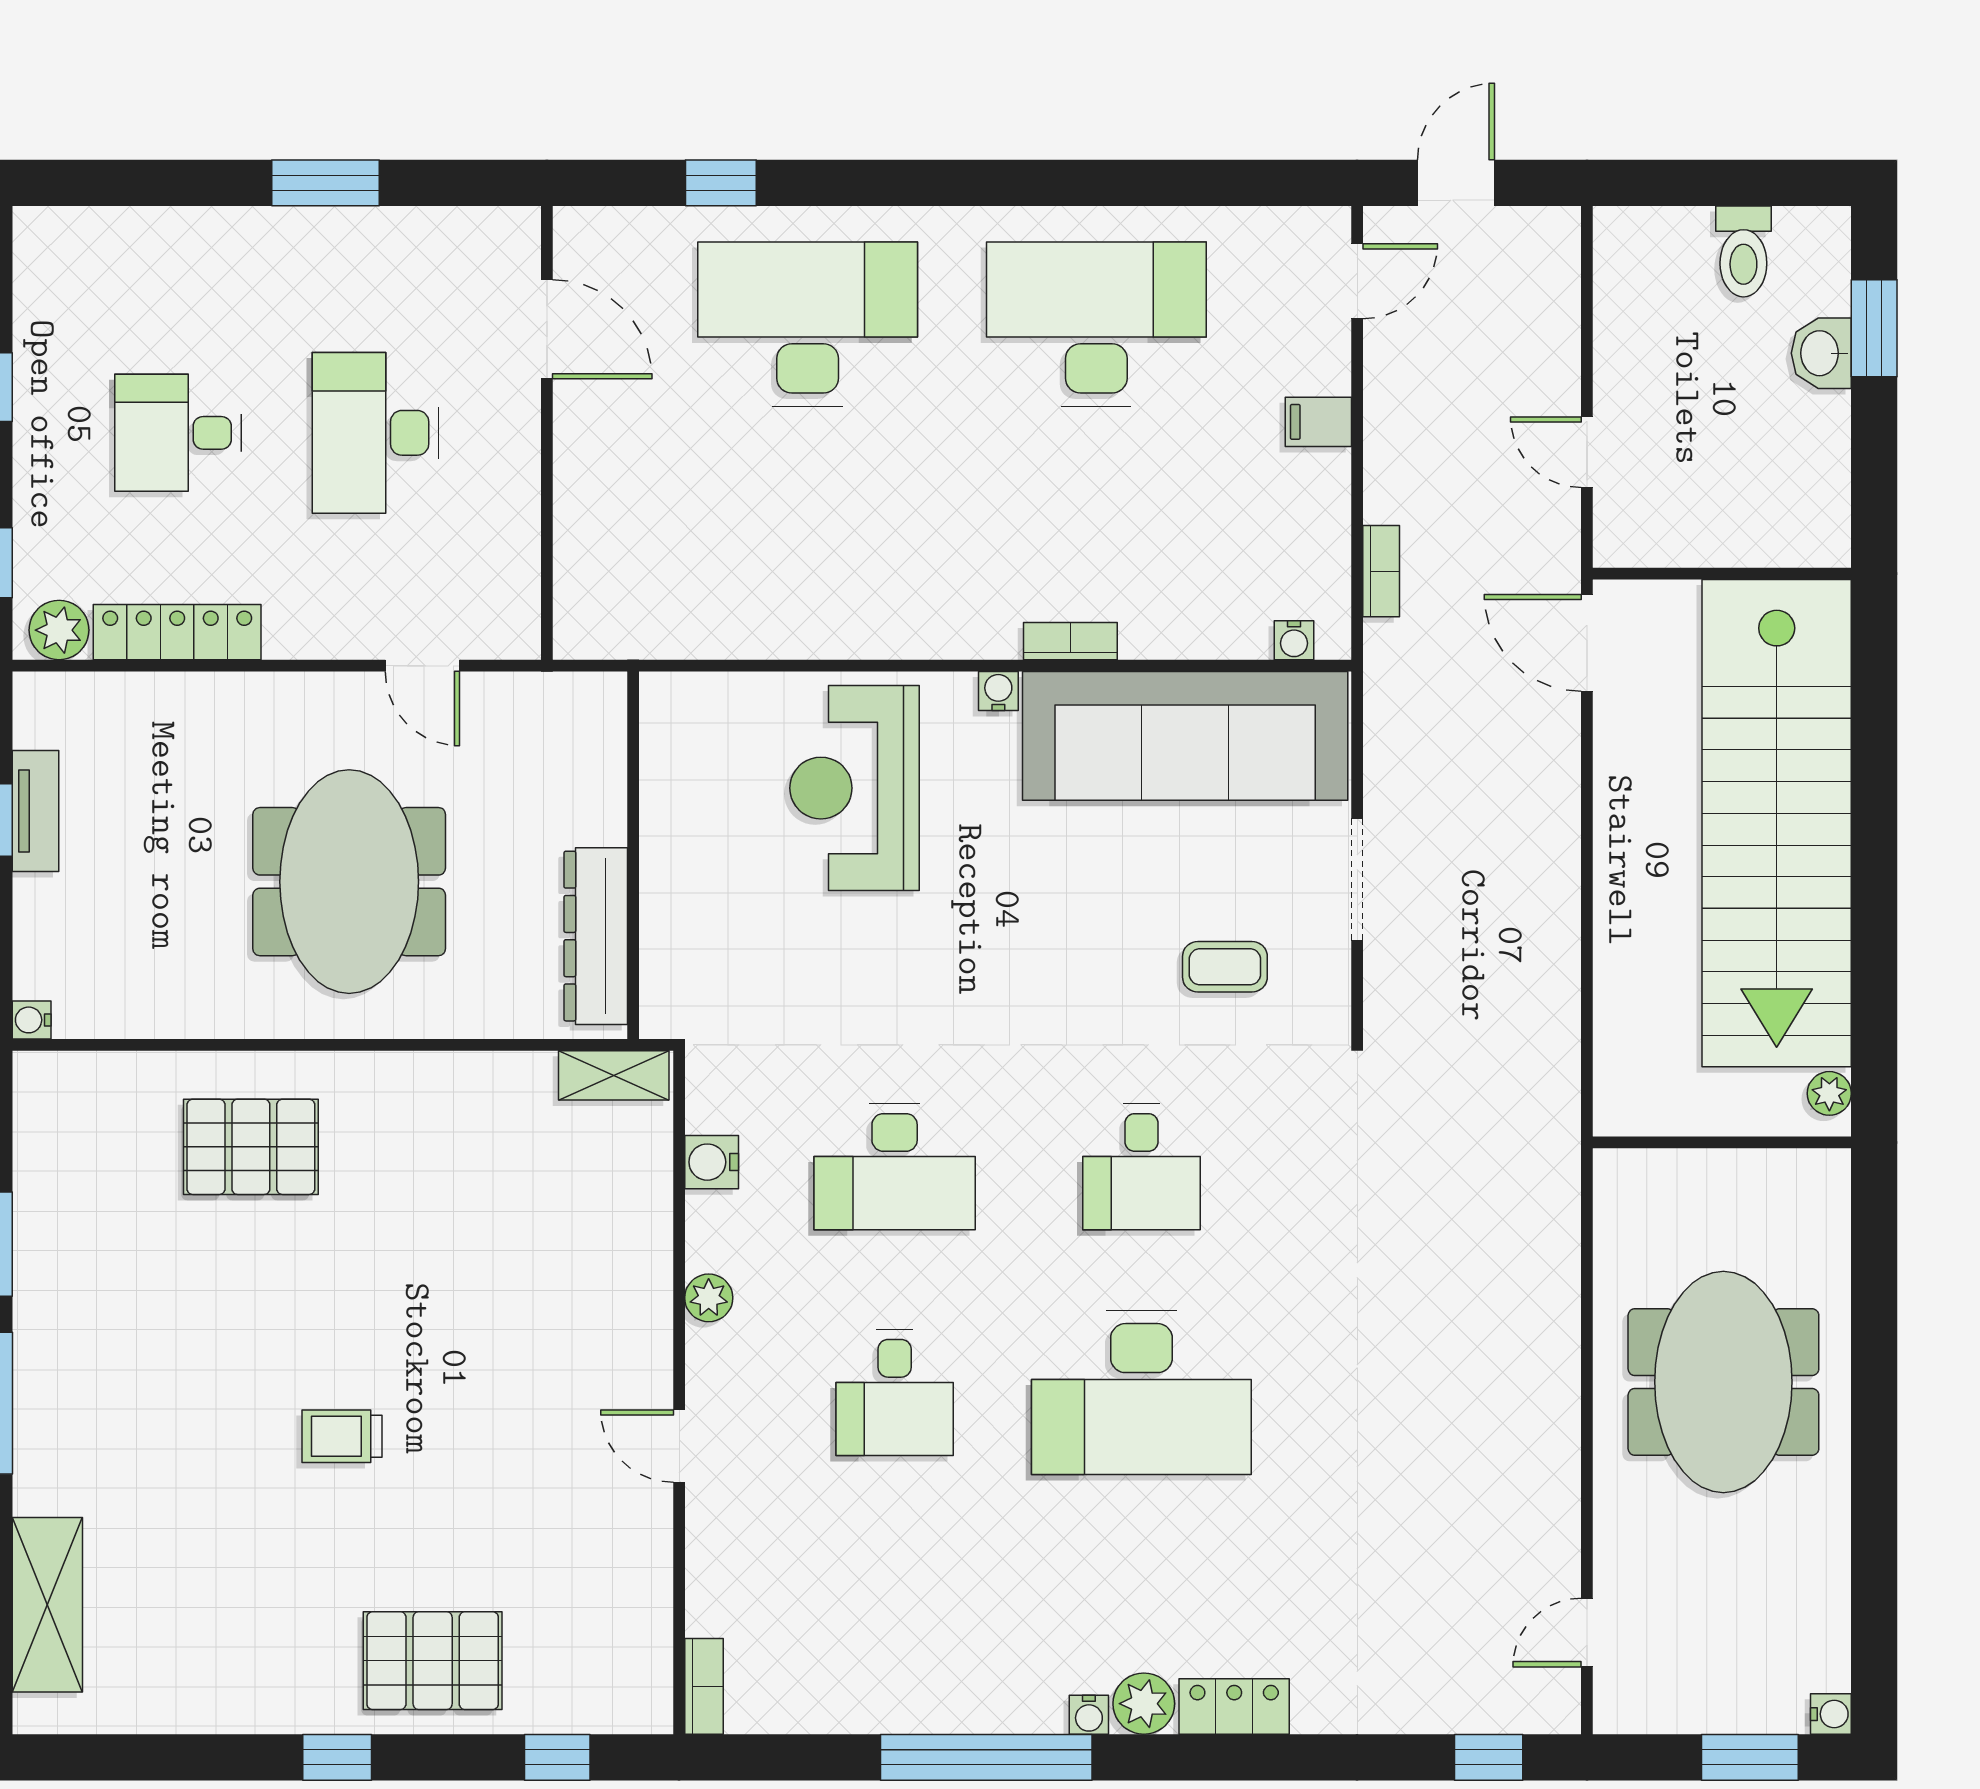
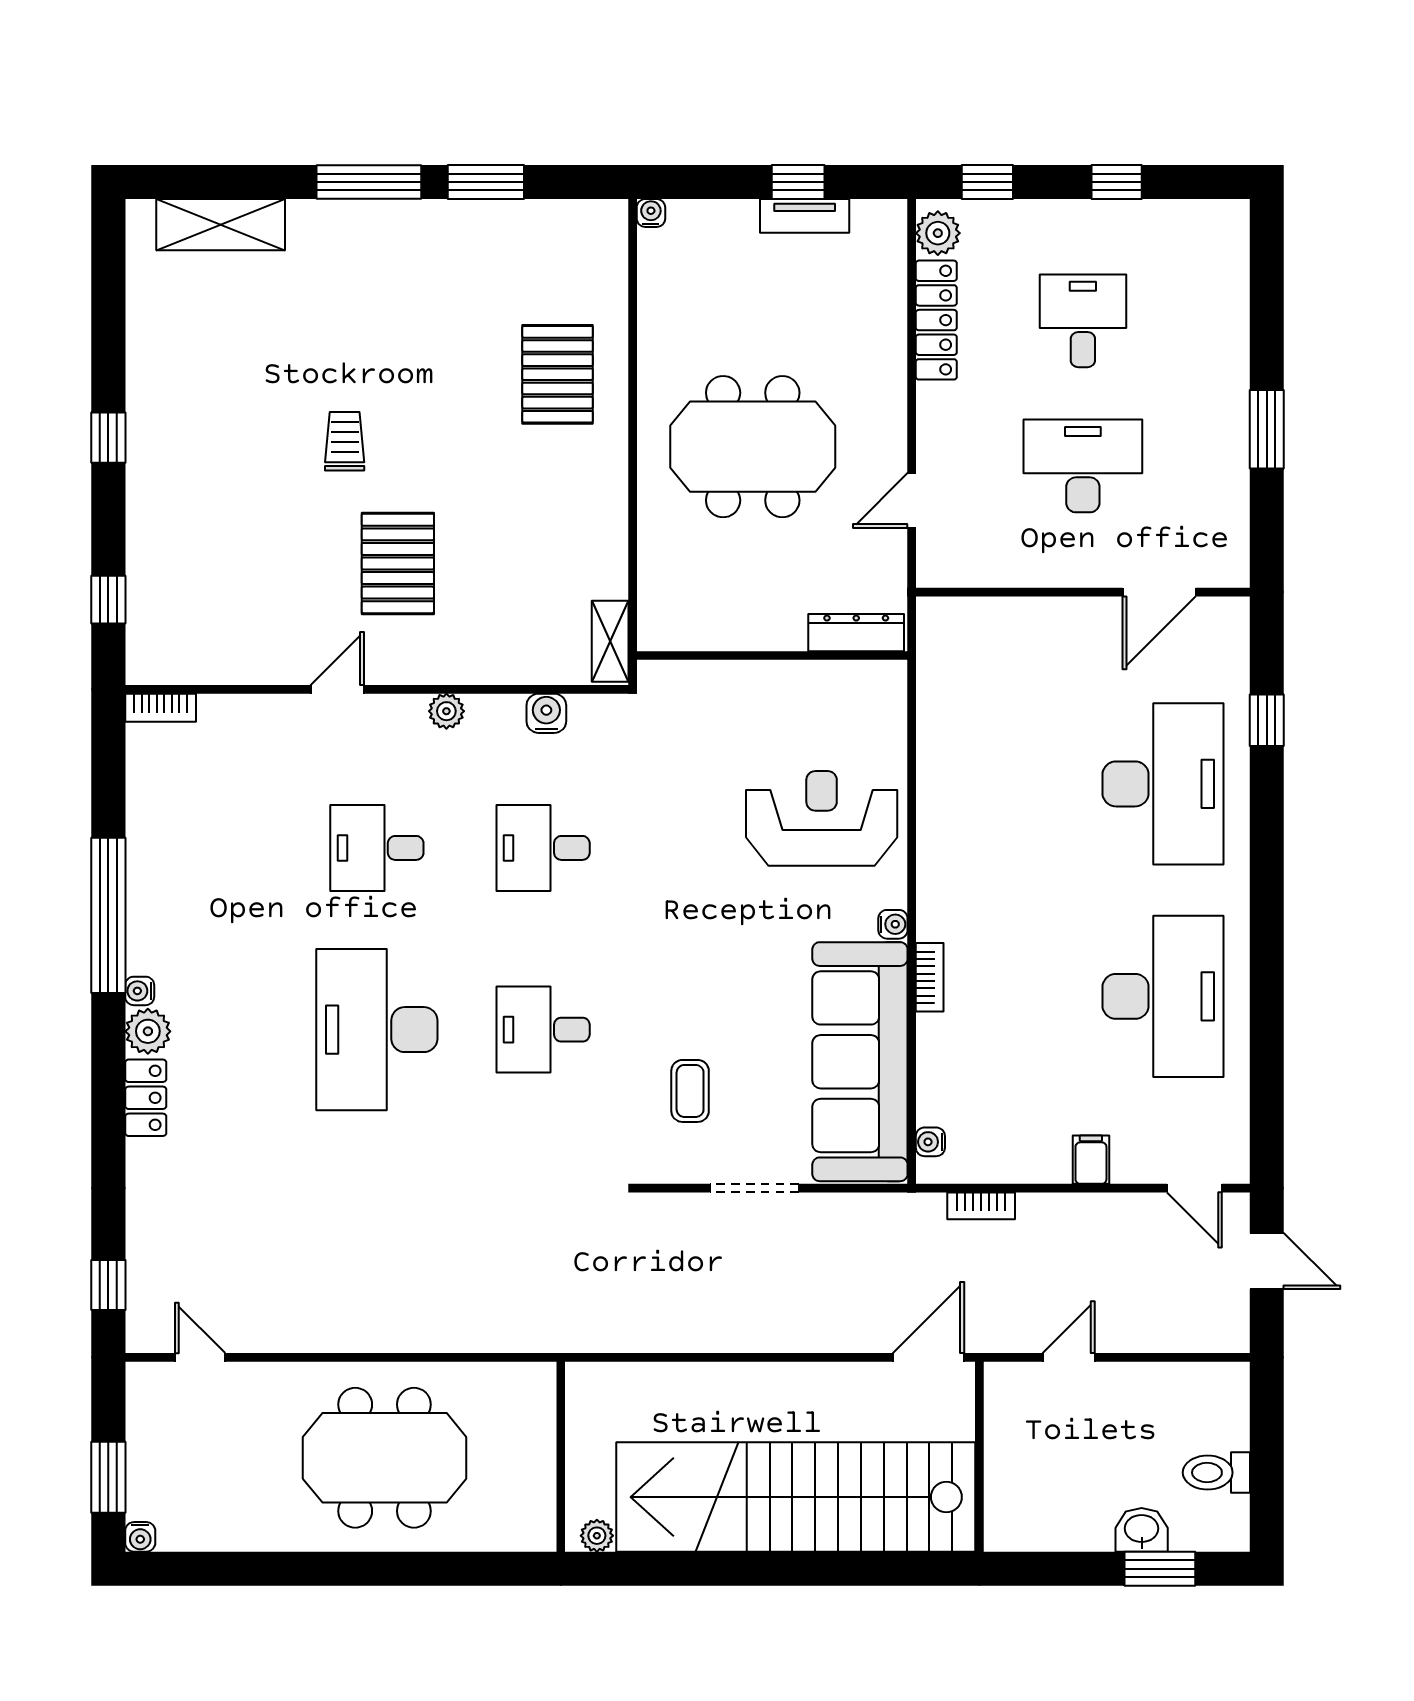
dresser: (596, 936) -> (856, 633), moved, width x0.73, depth x0.80
desk: (895, 1167) -> (543, 848), width x0.73
pallet: (433, 1661) -> (398, 563), moved

